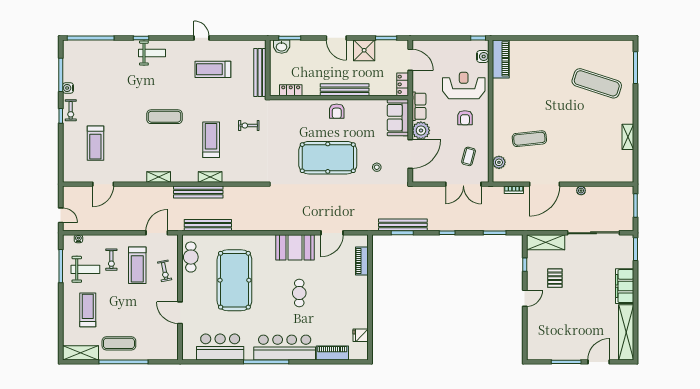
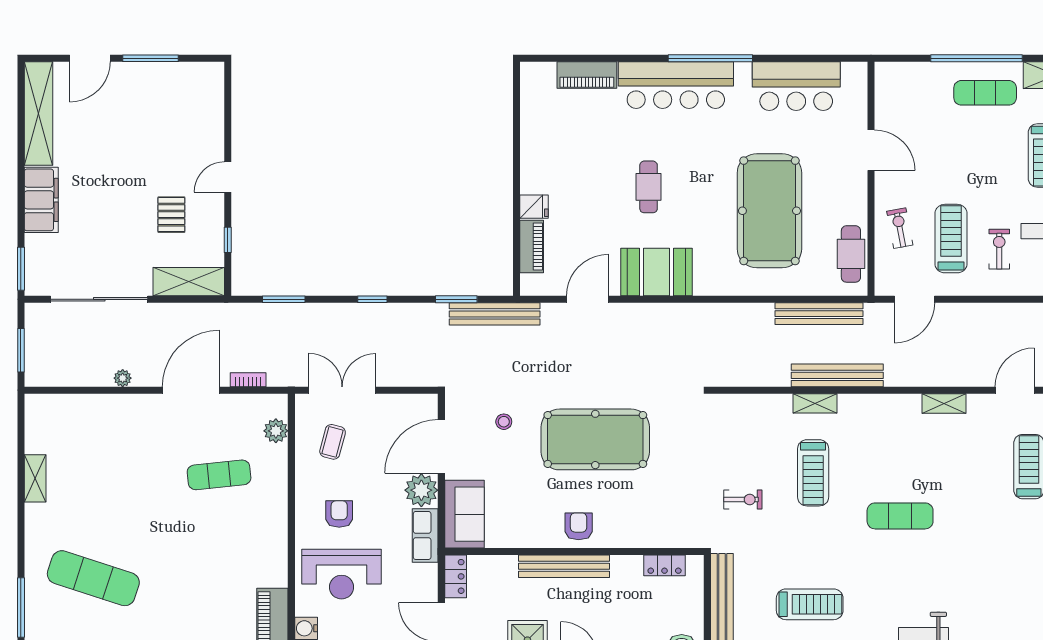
shelving: (159, 177) -> (944, 403), moved
bench: (403, 225) -> (495, 314), moved
fridge: (361, 335) -> (534, 207), moved

